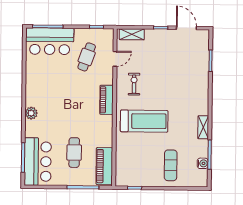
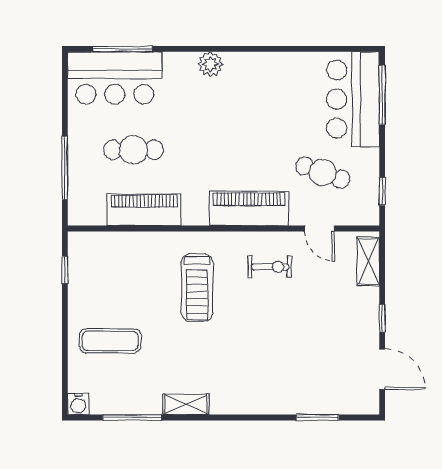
door: (186, 28) -> (382, 369), hinge flipped
piano: (107, 100) -> (249, 208), width x1.37, depth x1.33
treadmill: (144, 121) -> (197, 288), width x0.73, depth x0.73
water cooler: (203, 163) -> (78, 404), moved
piano: (104, 166) -> (144, 210), moved

